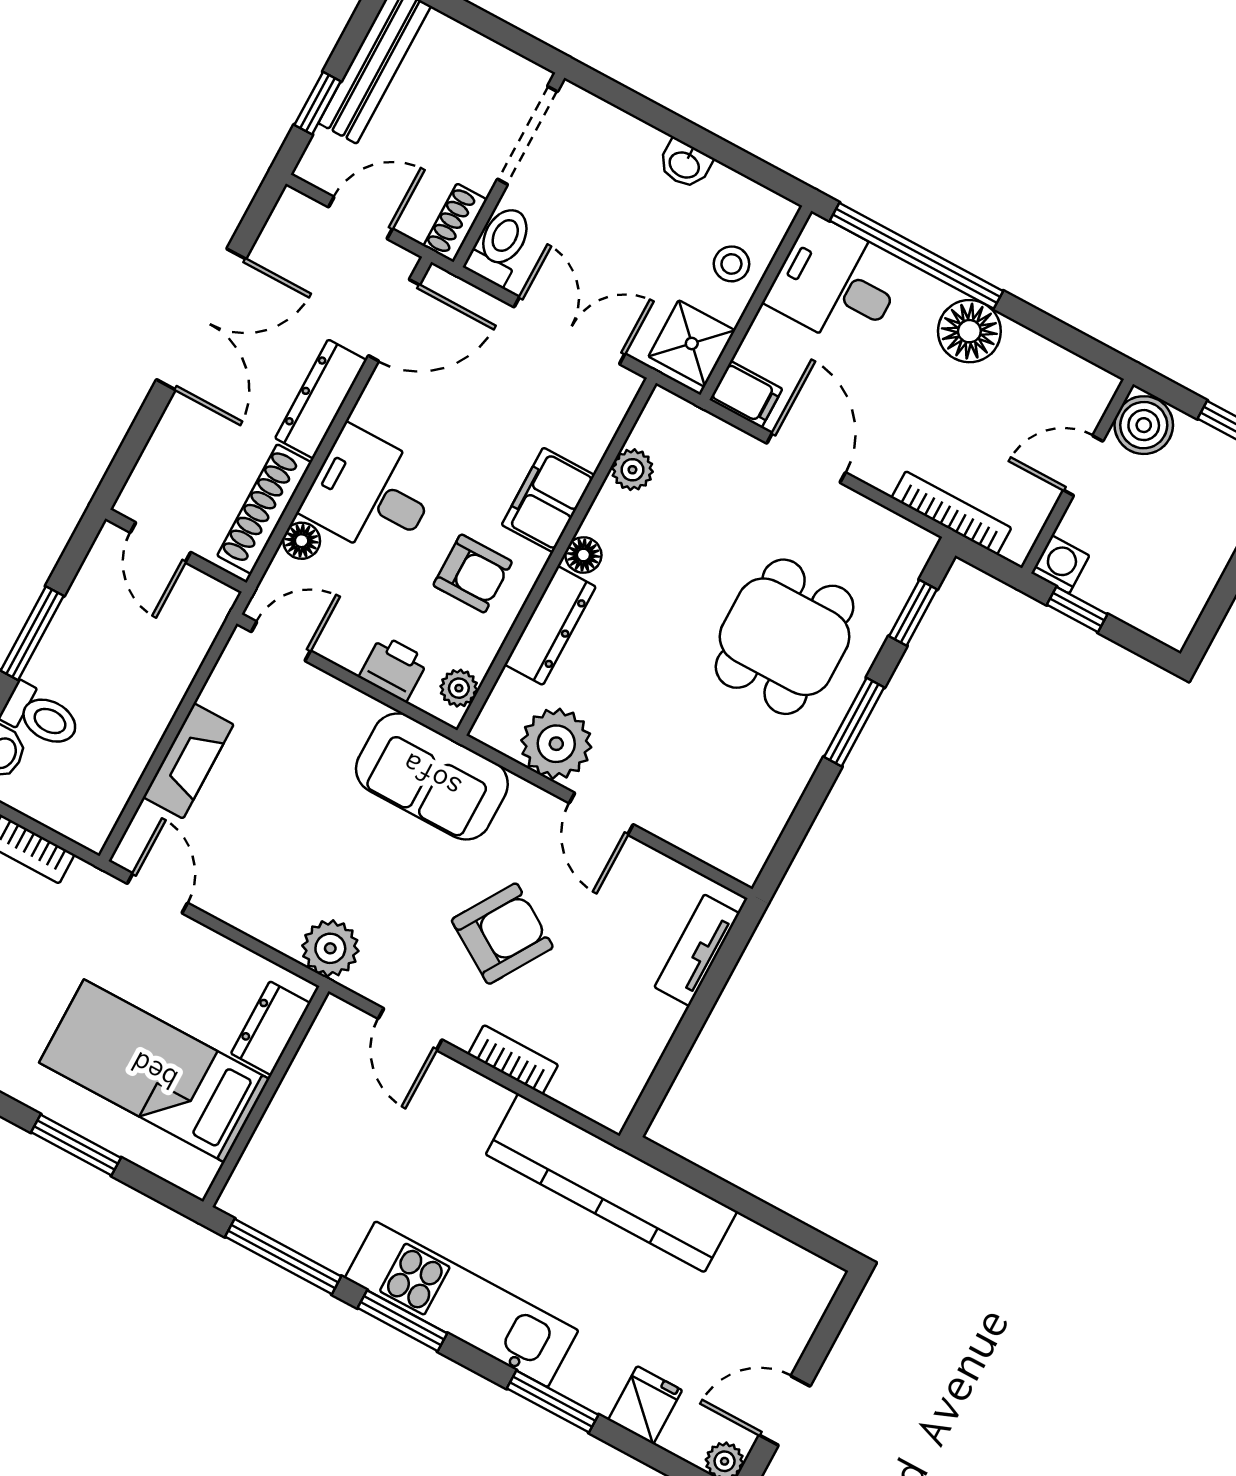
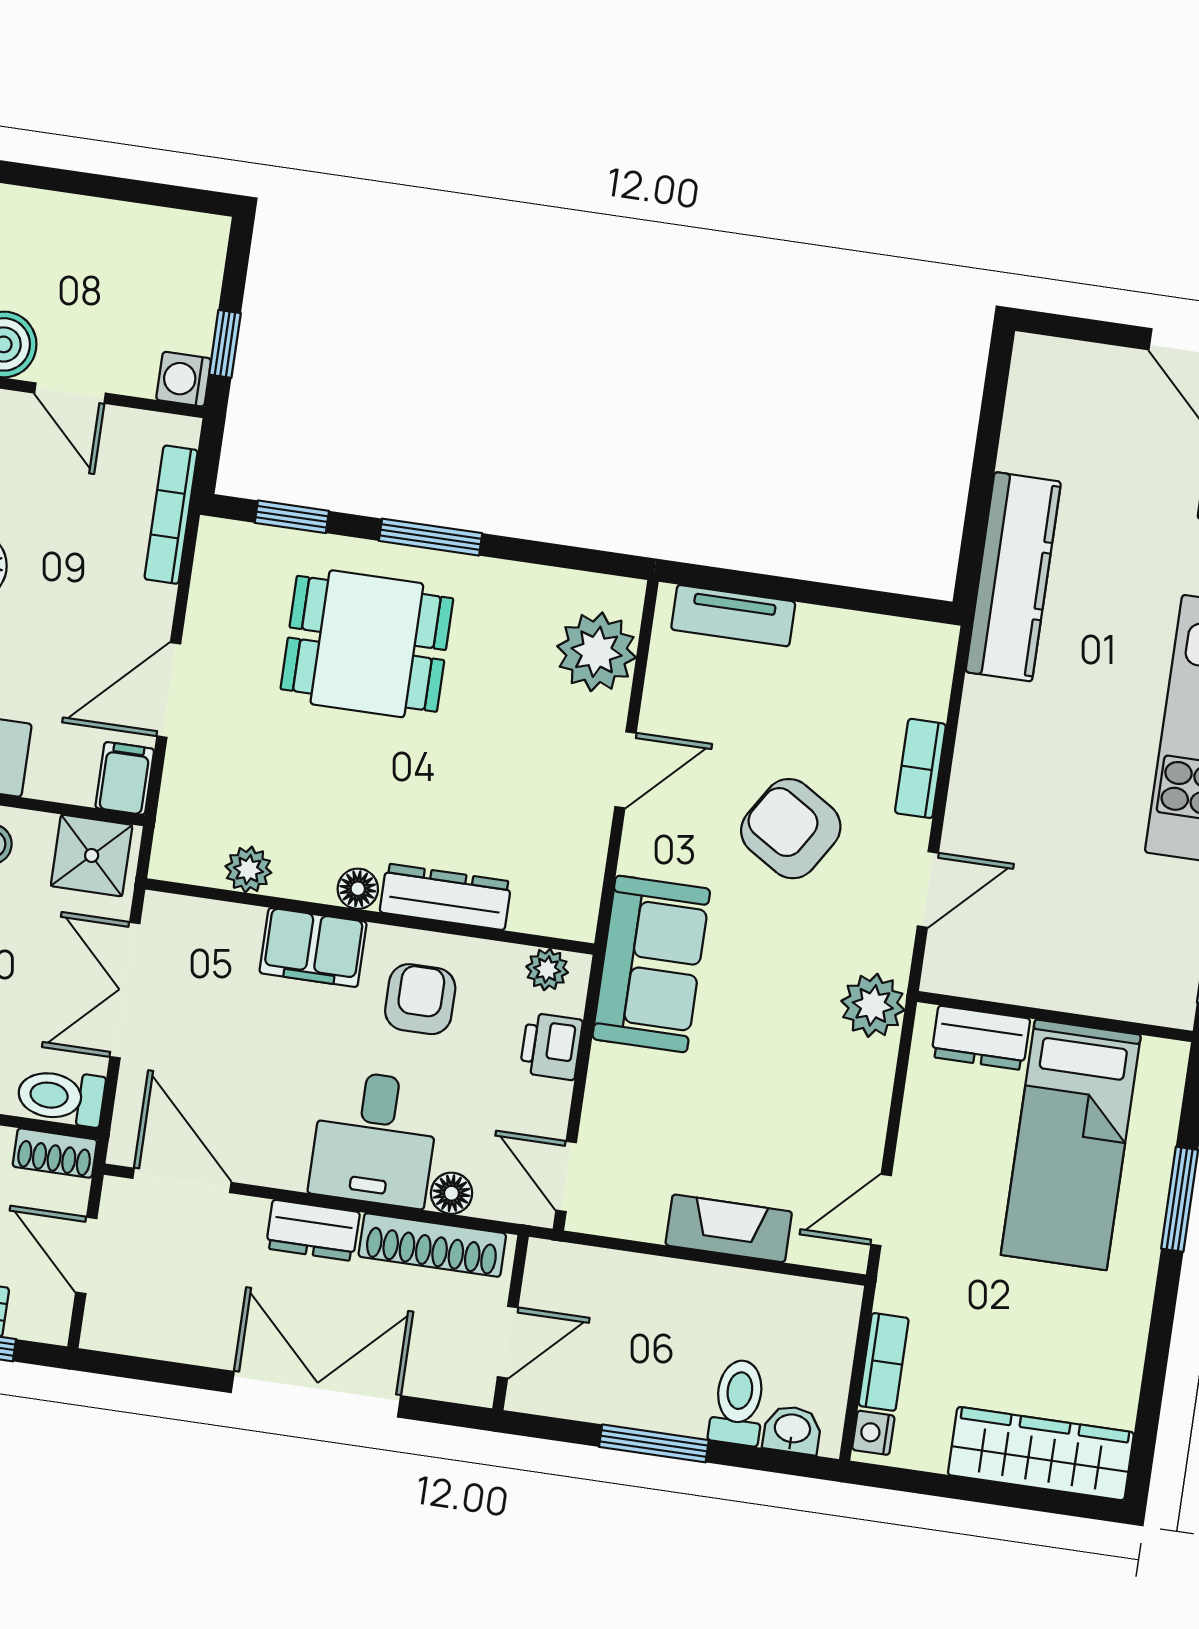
double door: (201, 319) -> (316, 1394), moved
dresser: (321, 399) -> (313, 1230), width x0.70
plant: (556, 744) -> (597, 652), moved
kitchen counter: (611, 1183) -> (1013, 577), width x0.72, depth x0.86

